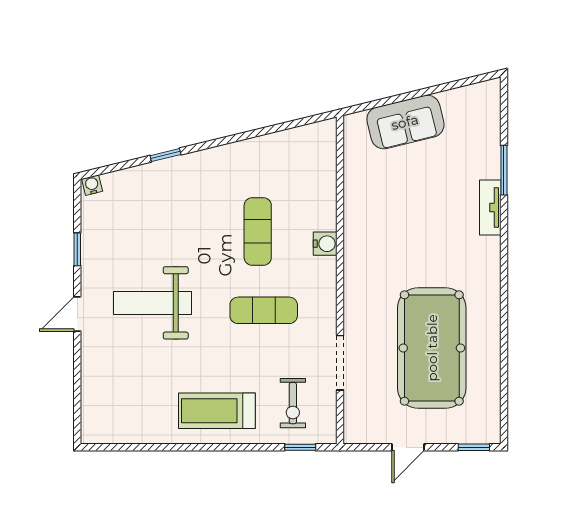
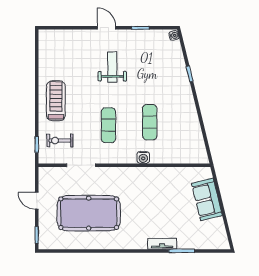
exercise mat: (258, 231) -> (150, 122), turned 90
weight bench: (152, 303) -> (112, 67), width x0.73, depth x0.75

